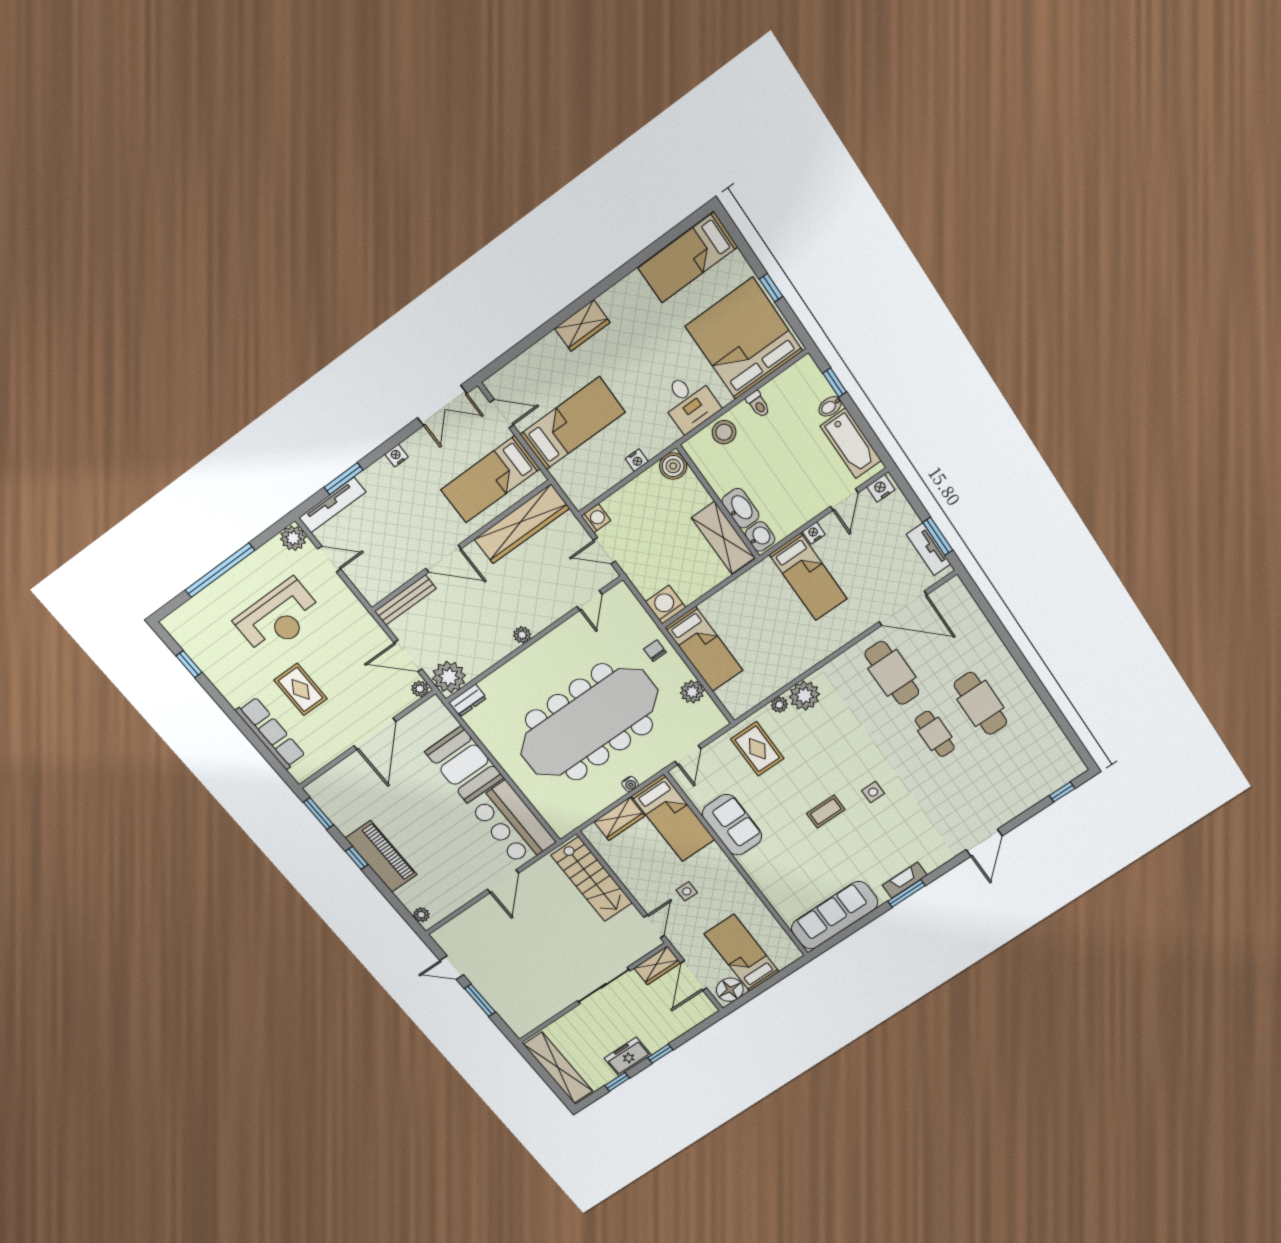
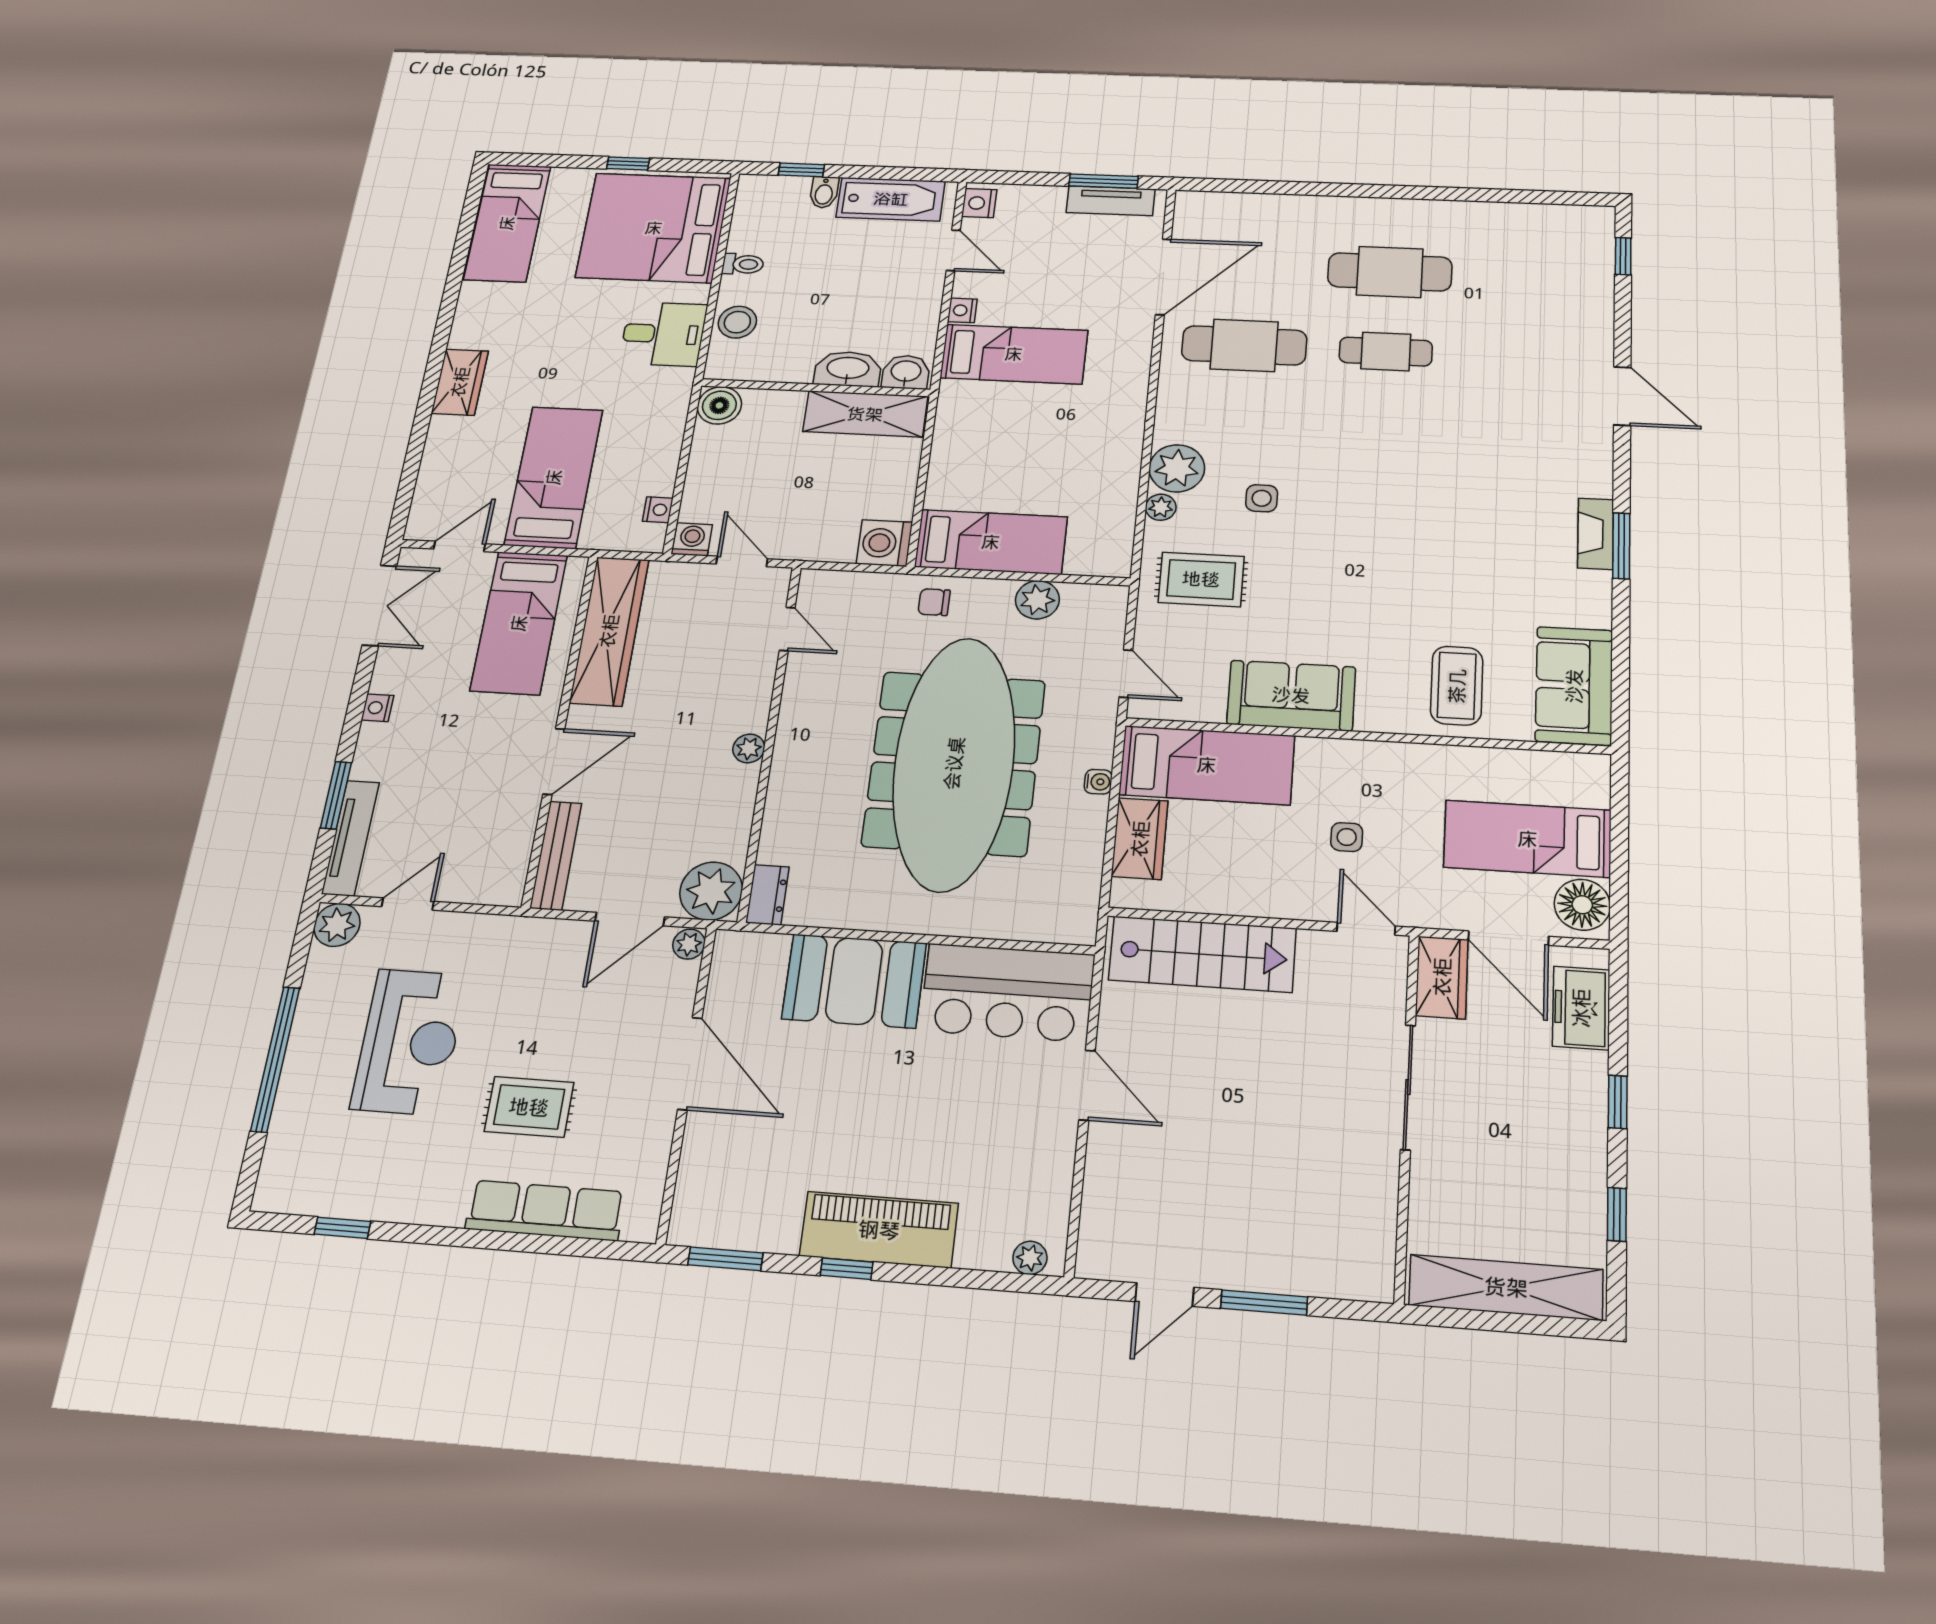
nightstand: (637, 460) -> (658, 510), moved
door: (604, 551) -> (742, 561), swing flipped
side table: (873, 792) -> (1262, 498), moved
coffee table: (826, 812) -> (1457, 686), moved, width x1.36, depth x1.30
sofa: (835, 915) -> (1574, 686), width x0.73
freezer: (628, 1057) -> (1581, 1008), moved

